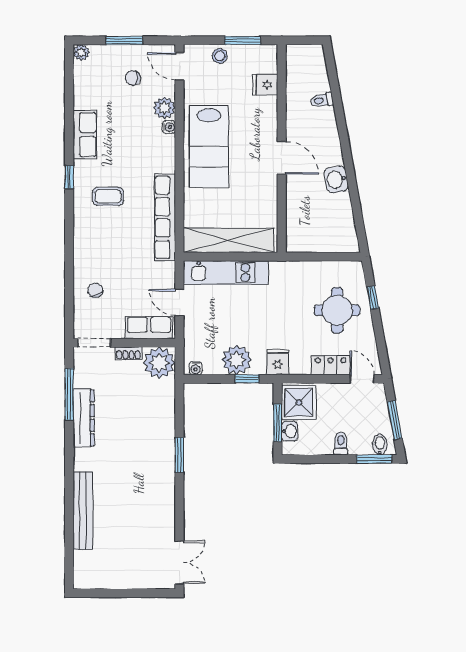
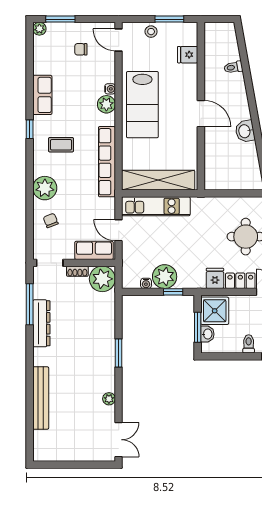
window: (124, 40) -> (60, 19), moved
plant: (164, 108) -> (106, 104), moved
plant: (88, 250) -> (45, 188), added
fridge: (278, 362) -> (215, 278), moved
water cooler: (196, 368) -> (146, 283), moved
plant: (168, 512) -> (109, 399), added

